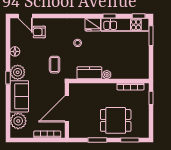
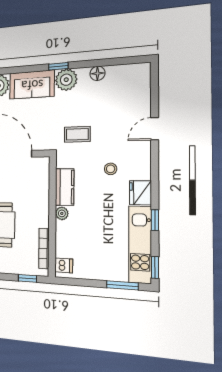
door: (25, 16) -> (155, 129), moved
armchair: (39, 32) -> (128, 109), removed
dishwasher: (141, 73) -> (64, 265), added

